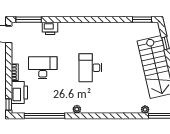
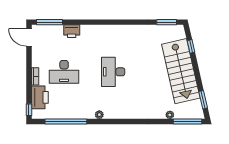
desk: (43, 68) -> (64, 72), turned 180

